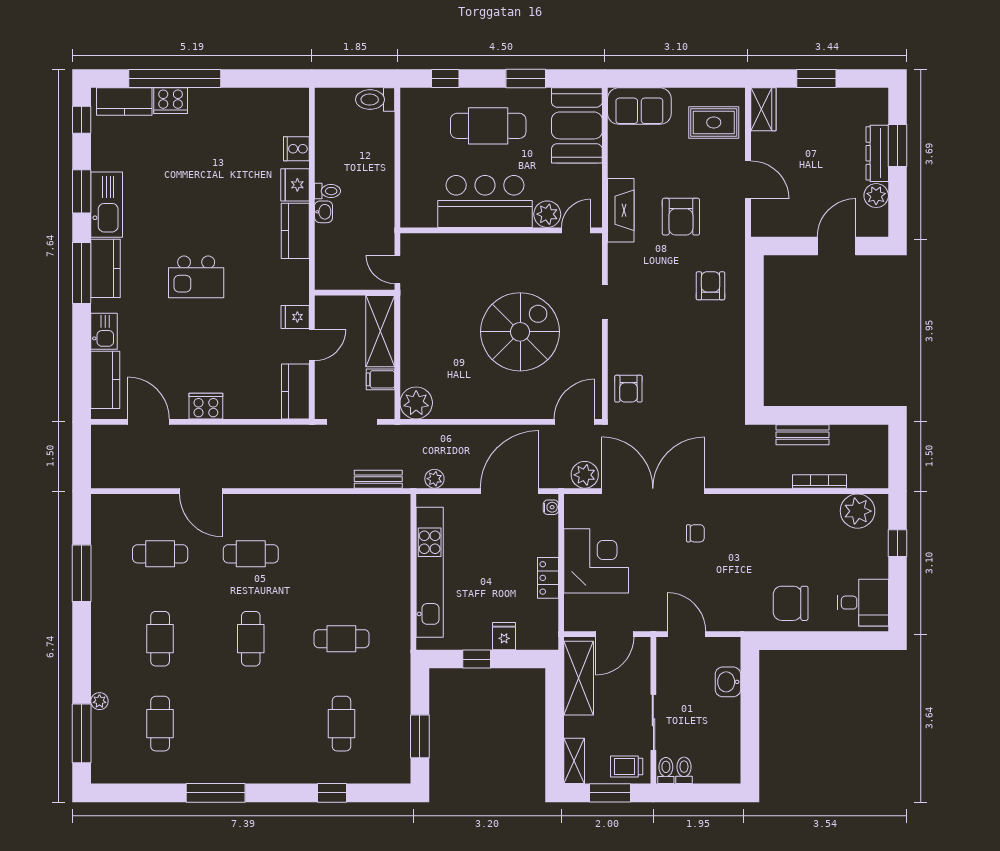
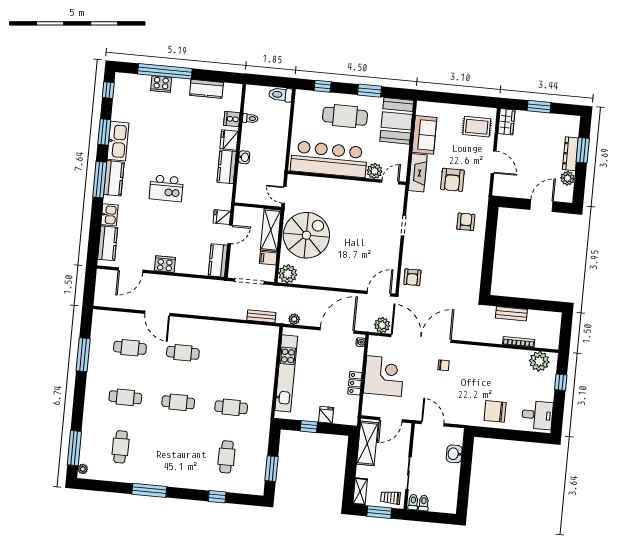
kitchen counter: (124, 102) -> (207, 89), moved
sofa: (639, 106) -> (424, 135), moved, turned -90
toilet: (328, 191) -> (250, 118), moved
bar counter: (485, 201) -> (329, 159), width x1.36
spiral stairs: (520, 332) -> (306, 235), moved
door: (149, 422) -> (131, 270), swing flipped
cafe table: (160, 639) -> (125, 397), turned 90
cafe table: (251, 639) -> (178, 402), turned 90
plant: (99, 701) -> (83, 469), moved

